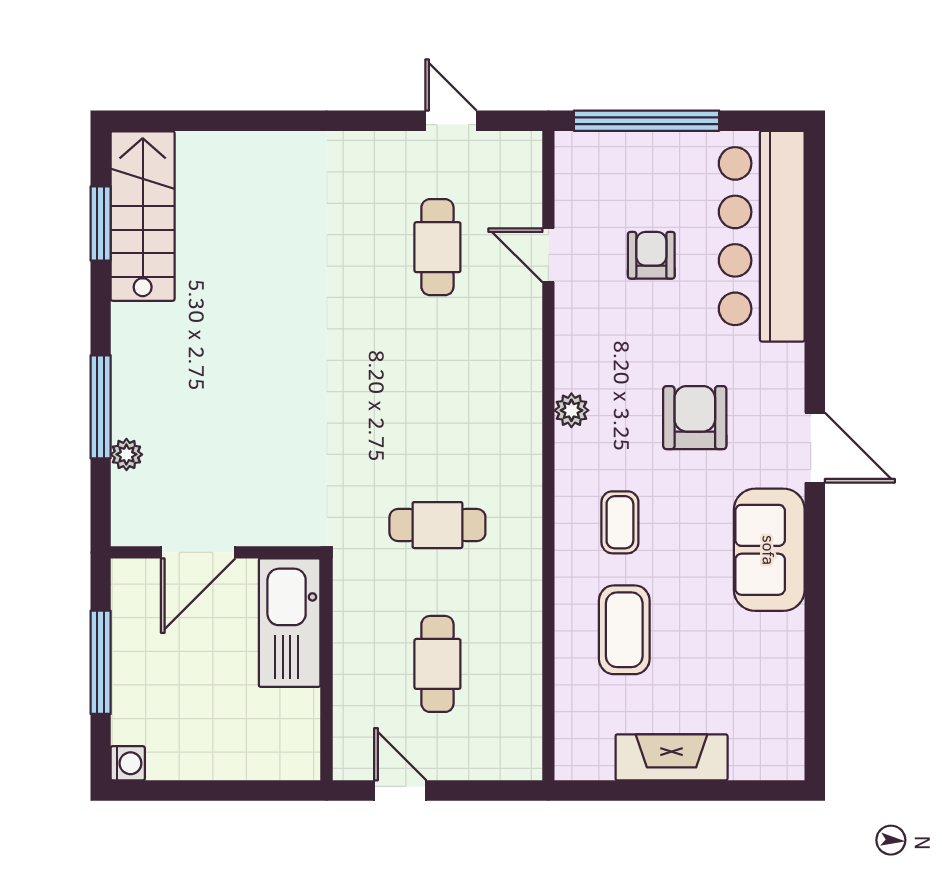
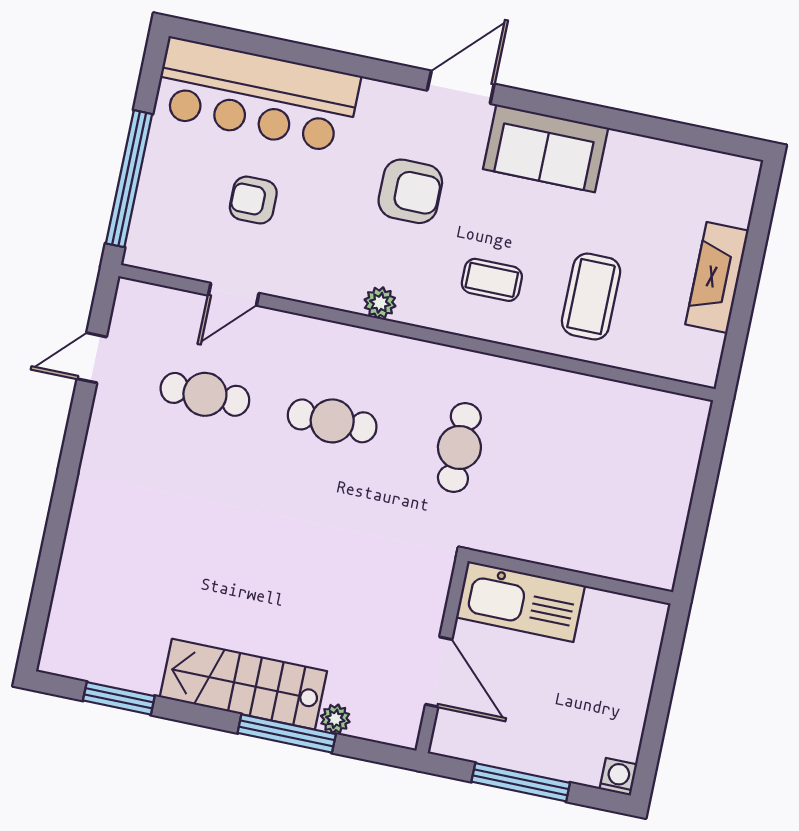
stairs: (143, 216) -> (243, 684), moved
armchair: (695, 418) -> (410, 191), turned 180
coffee table: (624, 630) -> (591, 297), turned 90
cafe table: (437, 664) -> (332, 421), moved
door: (400, 790) -> (695, 532), removed

